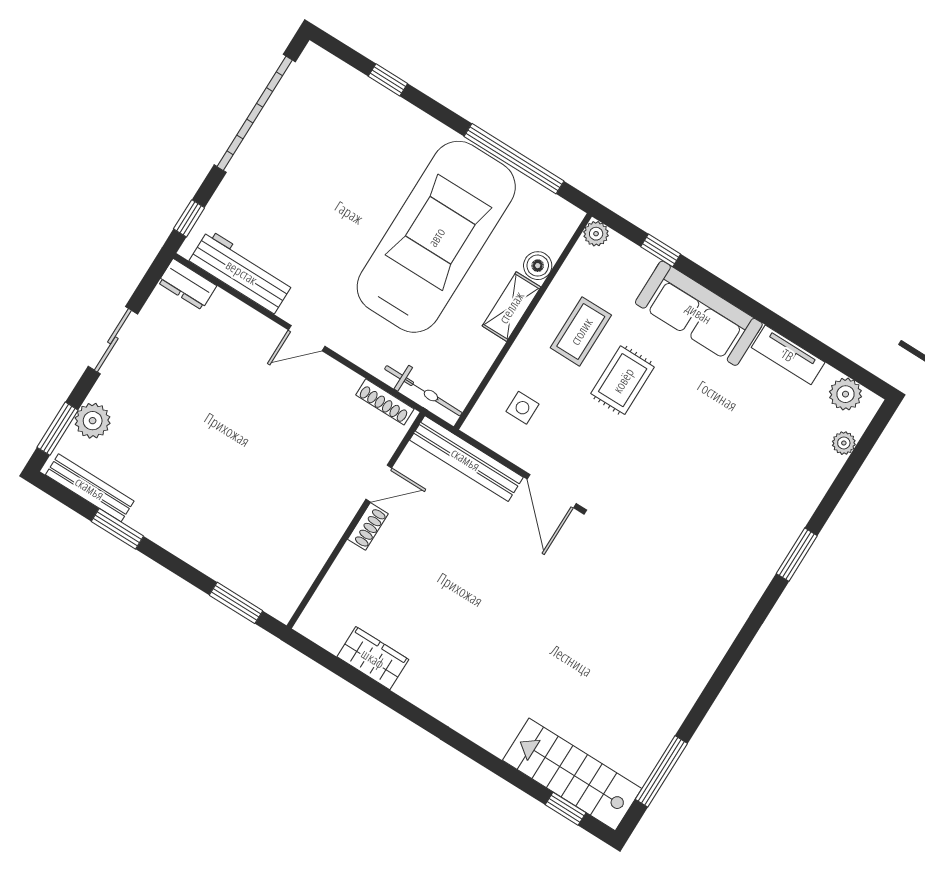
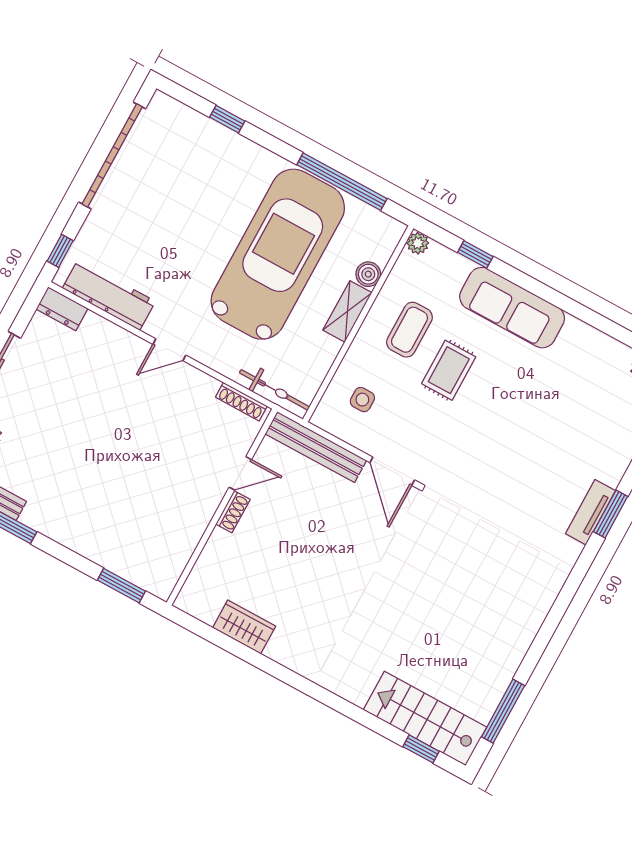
tv unit: (788, 355) -> (591, 512), moved, turned 90

